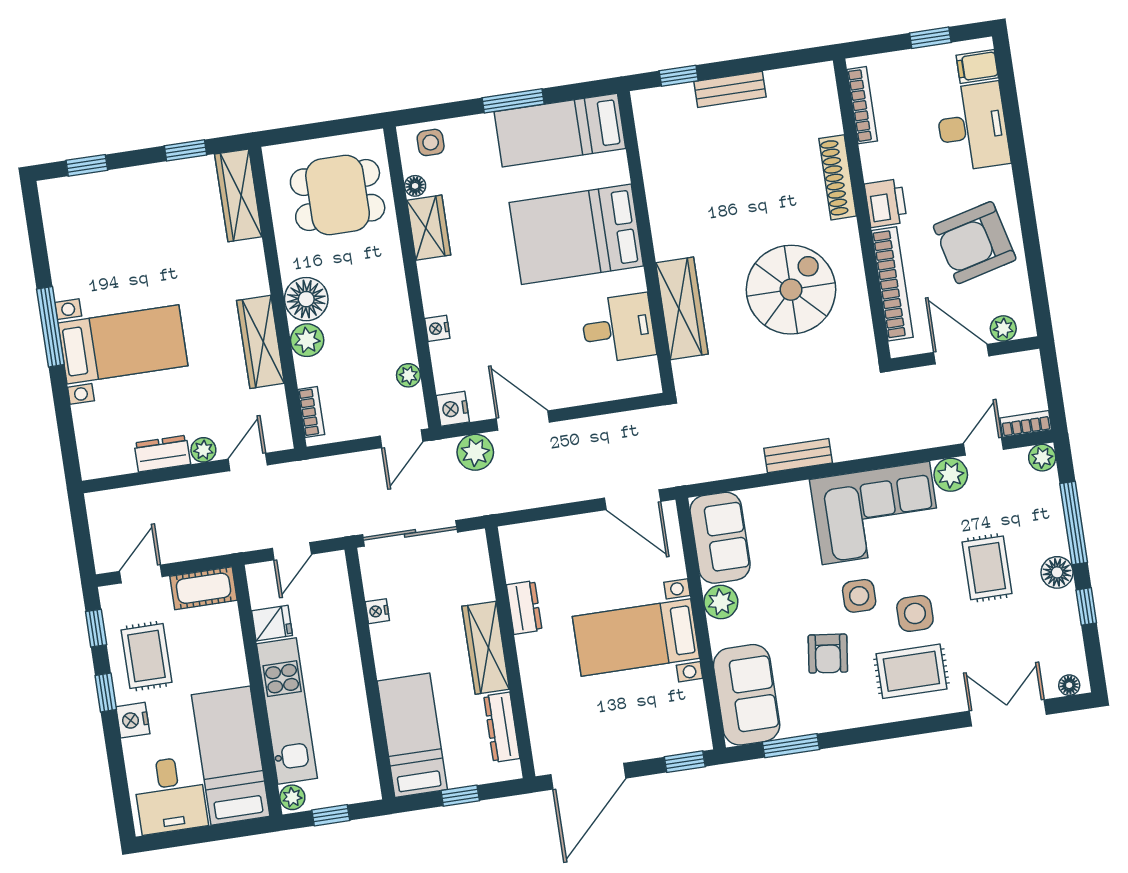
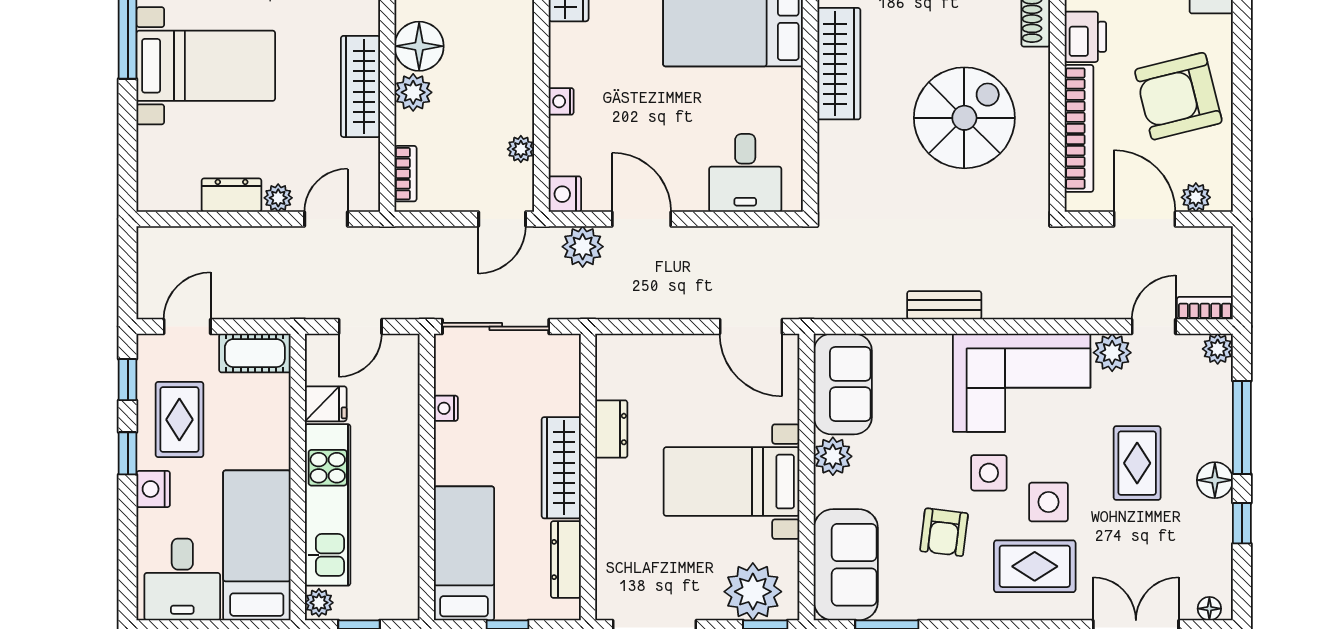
wardrobe: (682, 308) -> (839, 64), moved
desk: (618, 328) -> (745, 173), moved, turned 90
plant: (669, 730) -> (753, 592), added

